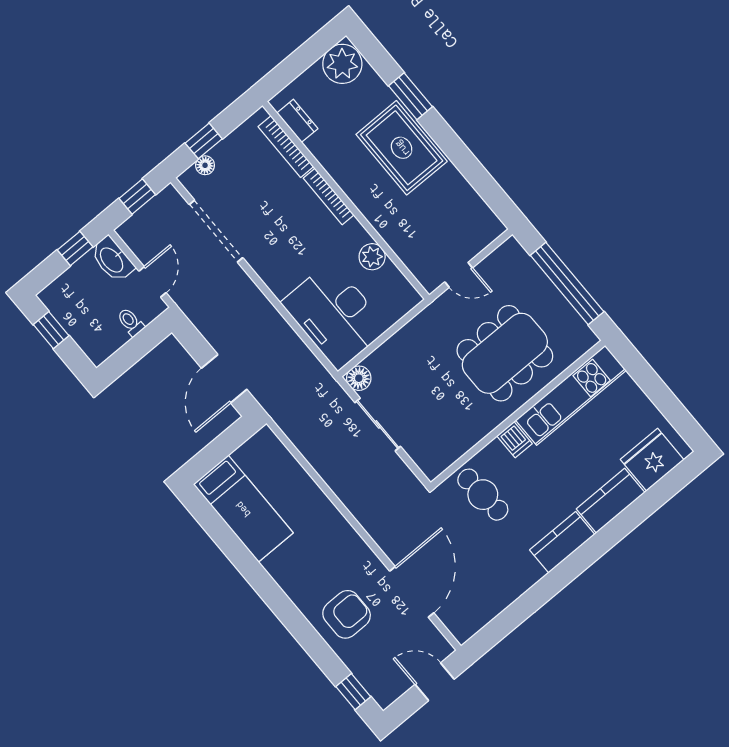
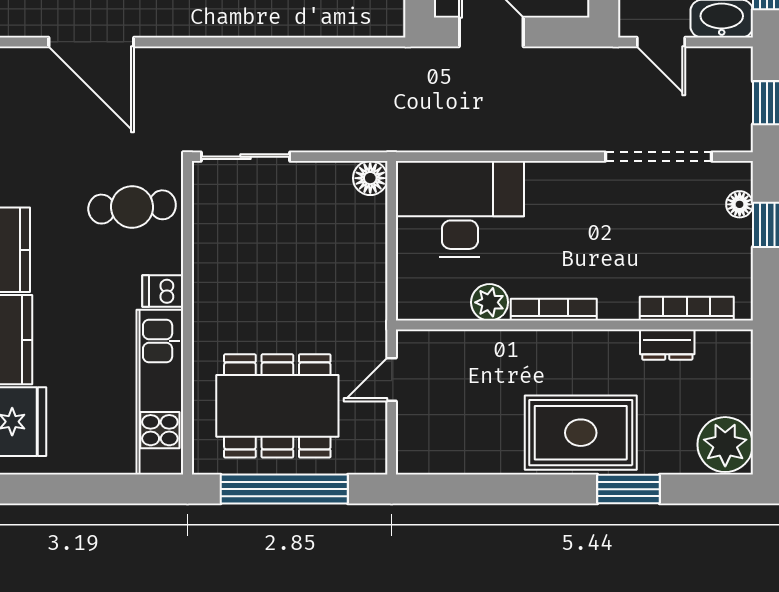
dresser: (297, 121) -> (667, 345), moved
bookcase: (329, 197) -> (554, 310), moved
dining table: (505, 353) -> (277, 406), moved, turned 90
sliding door: (378, 424) -> (245, 157), moved

